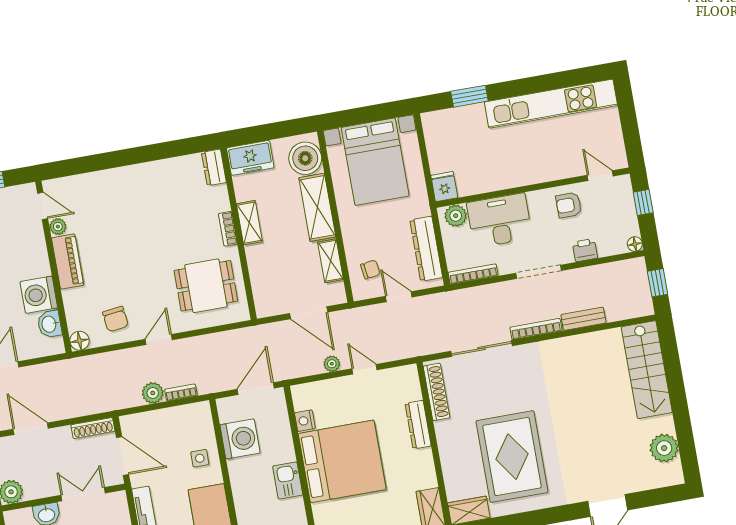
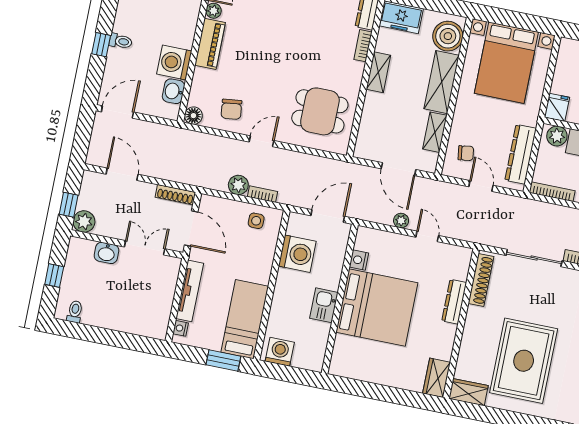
bookcase: (228, 229) -> (363, 46), moved
side table: (200, 458) -> (256, 221), moved

